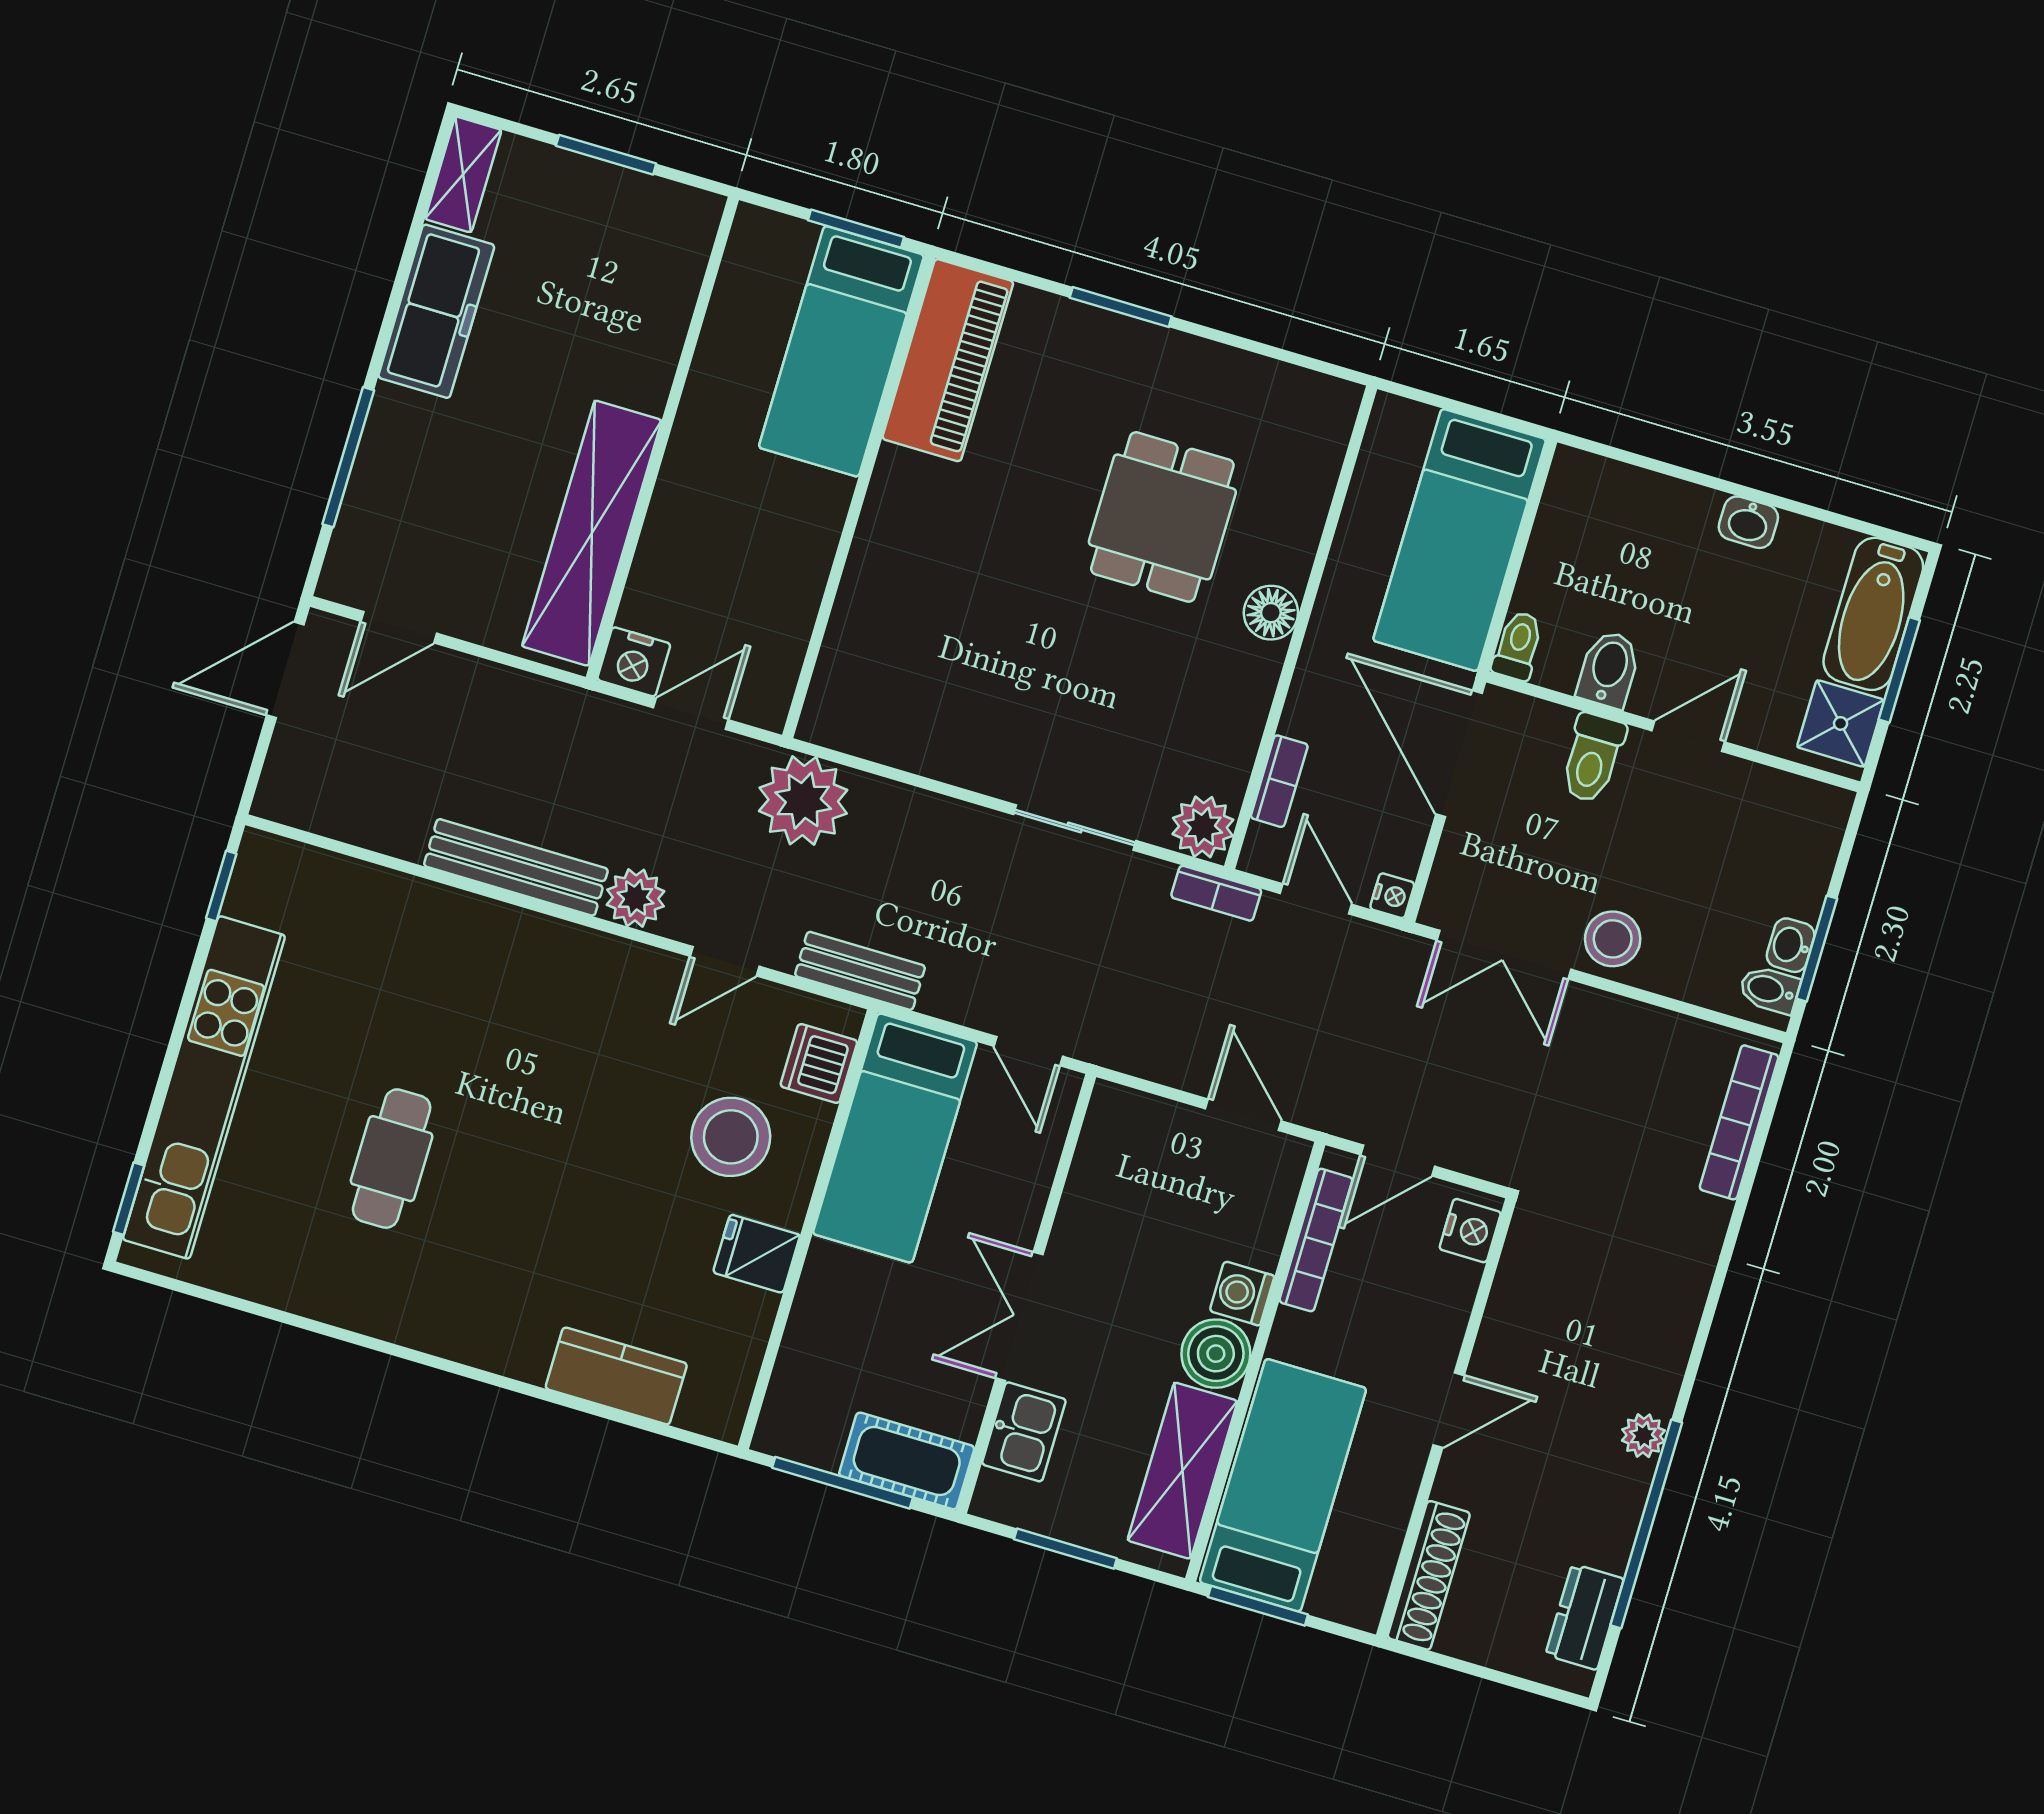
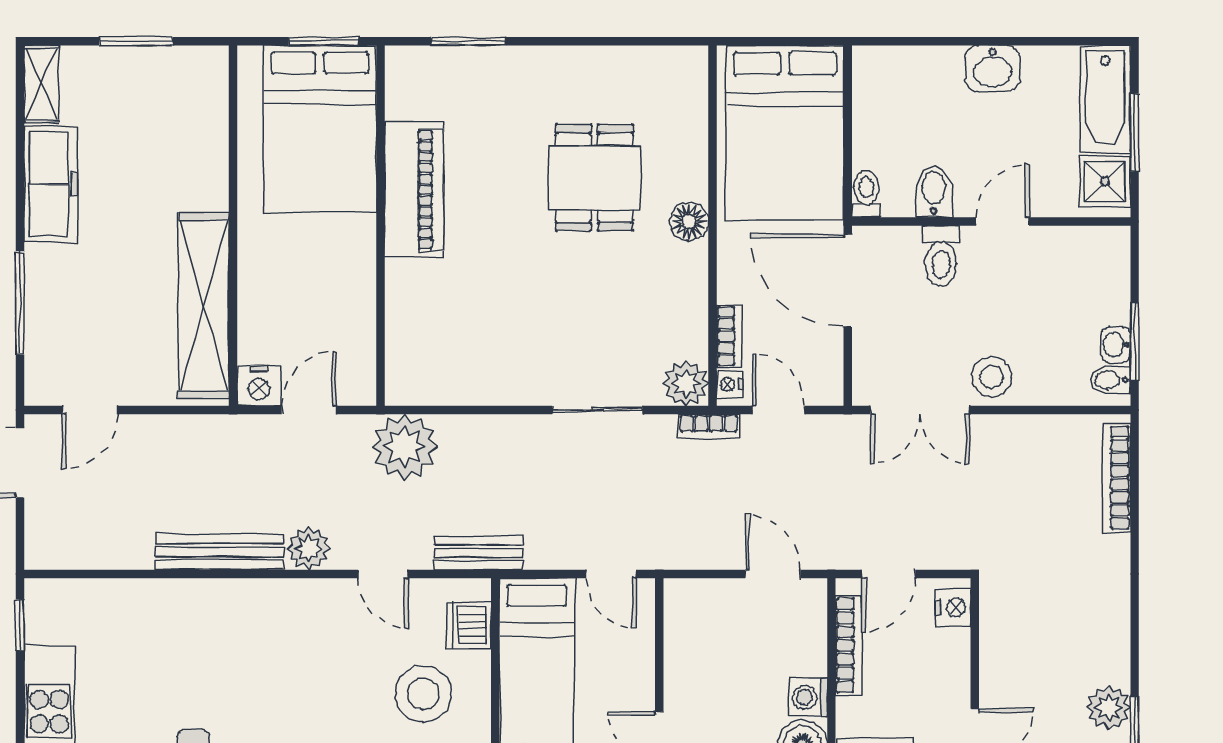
window: (1121, 307) -> (468, 41), moved
bed: (841, 351) -> (320, 129), width x1.50
piano: (948, 360) -> (414, 190), moved
washbasin: (1748, 522) -> (993, 68), width x1.38, depth x1.45
bed: (1459, 540) -> (785, 133), width x1.50
nightstand: (1392, 896) -> (730, 385), moved, turned 180
door: (725, 961) -> (383, 574), hinge flipped
plant: (1643, 1436) -> (1109, 708), width x1.38, depth x1.38

